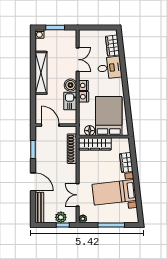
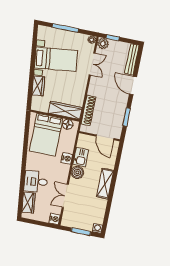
shelving: (41, 73) -> (105, 184), width x0.68
nightstand: (83, 85) -> (55, 219), moved
plant: (61, 217) -> (103, 43), moved

